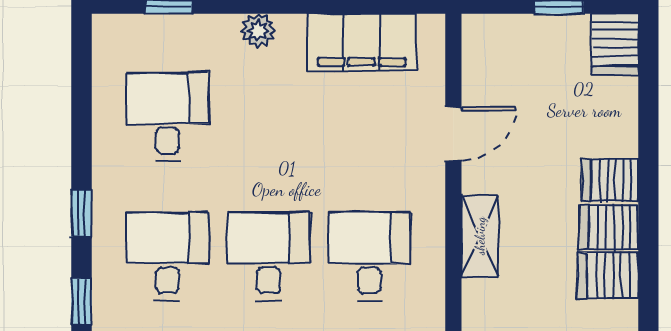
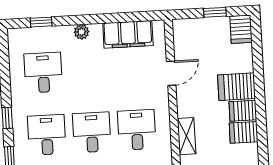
server rack: (610, 180) -> (237, 87), width x1.36, depth x1.44
shelving: (480, 236) -> (187, 136), moved

